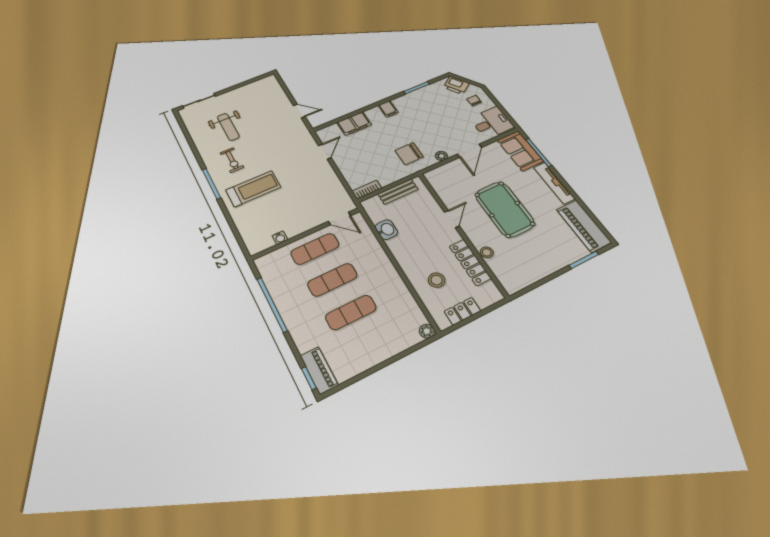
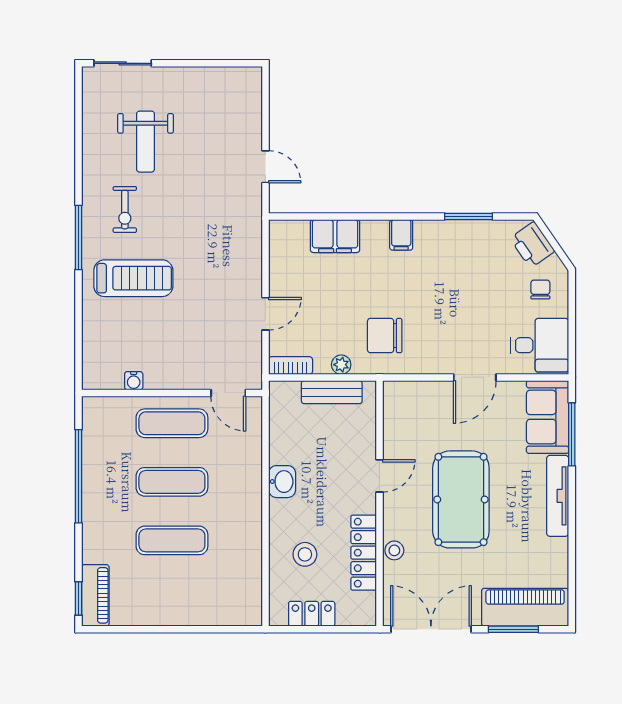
door: (325, 152) -> (265, 314), moved
plant: (441, 156) -> (341, 365), moved
piano: (584, 226) -> (525, 607), moved, turned 90
washbasin: (386, 230) -> (282, 482), moved
double door: (538, 284) -> (431, 629), added
plant: (427, 331) -> (252, 616), removed

